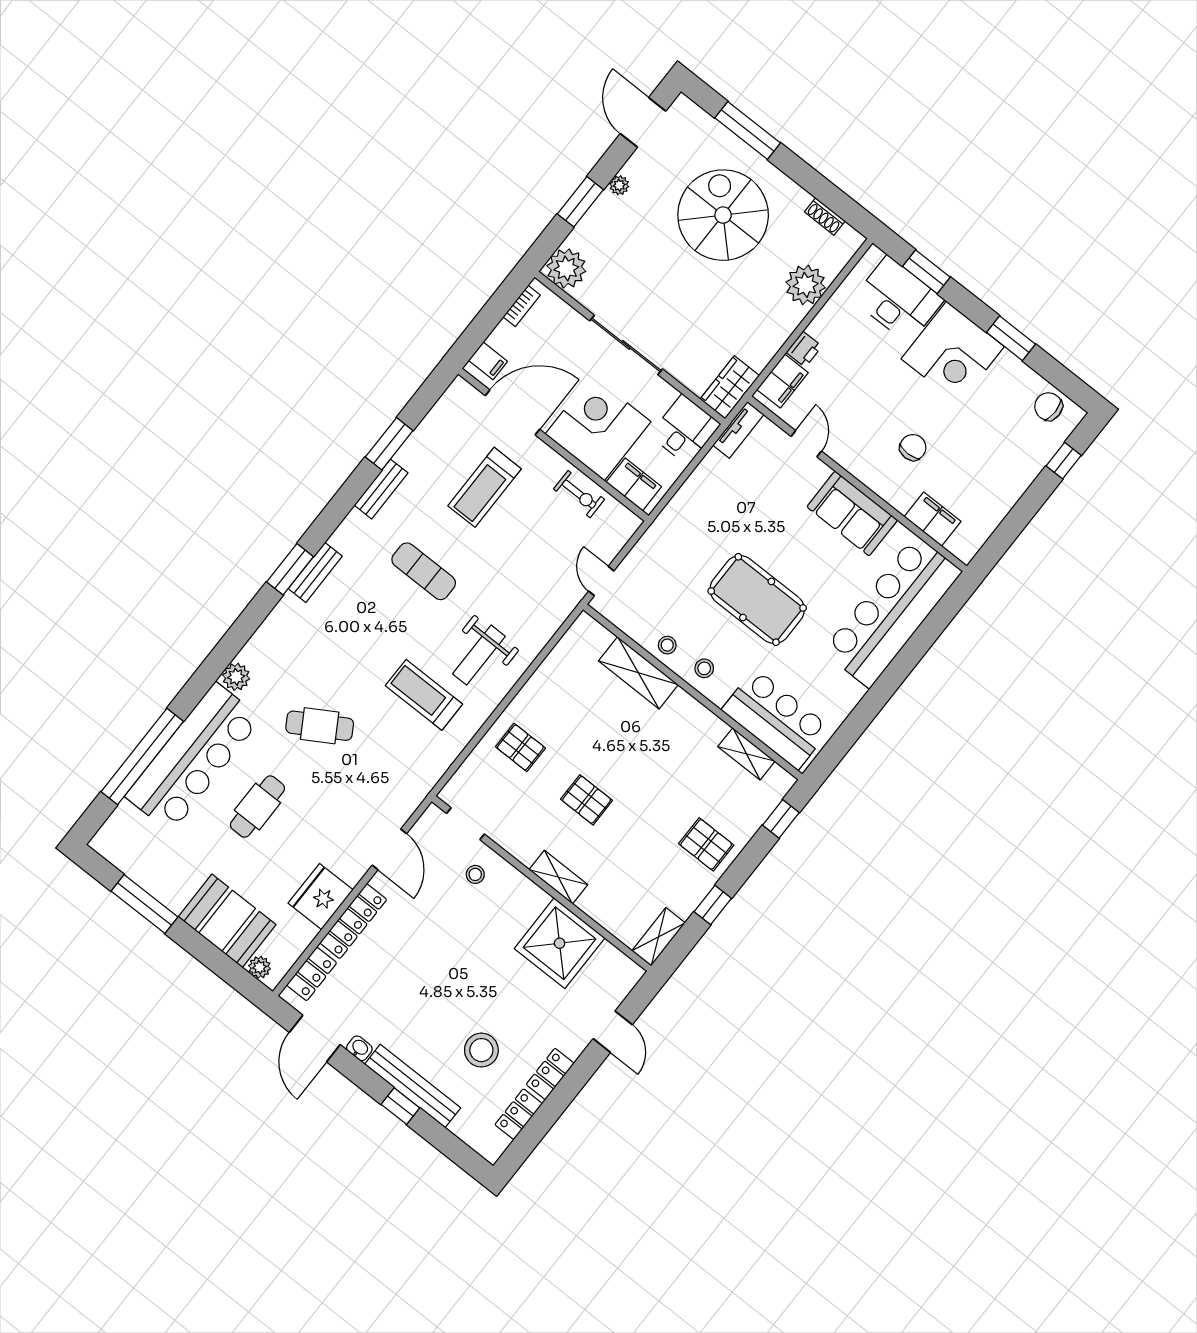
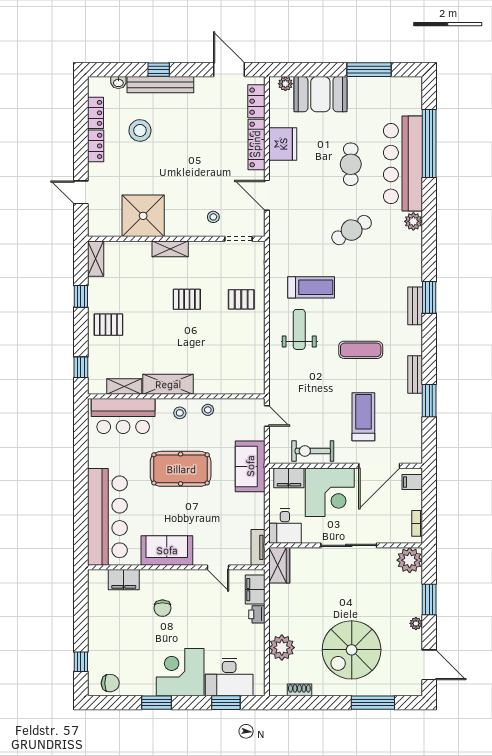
spiral stairs: (723, 215) -> (352, 650), turned 90
exercise bike: (579, 494) -> (313, 451), width x1.38, depth x1.39
sofa: (670, 536) -> (250, 466), added
shelving: (638, 673) -> (168, 384), moved
washbasin: (359, 1048) -> (118, 83), moved

